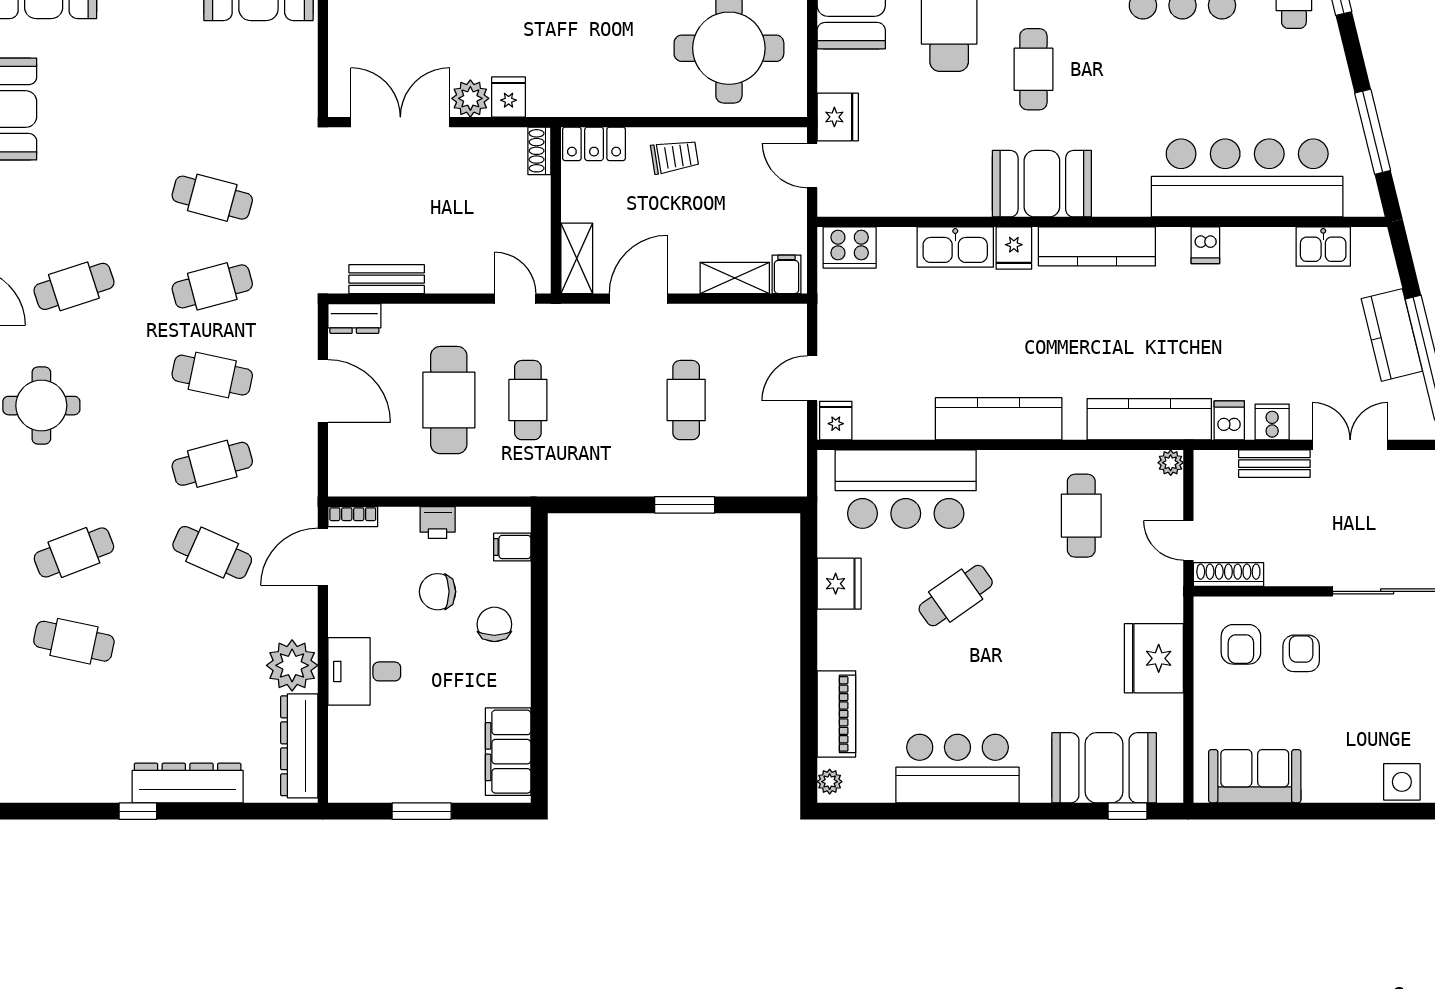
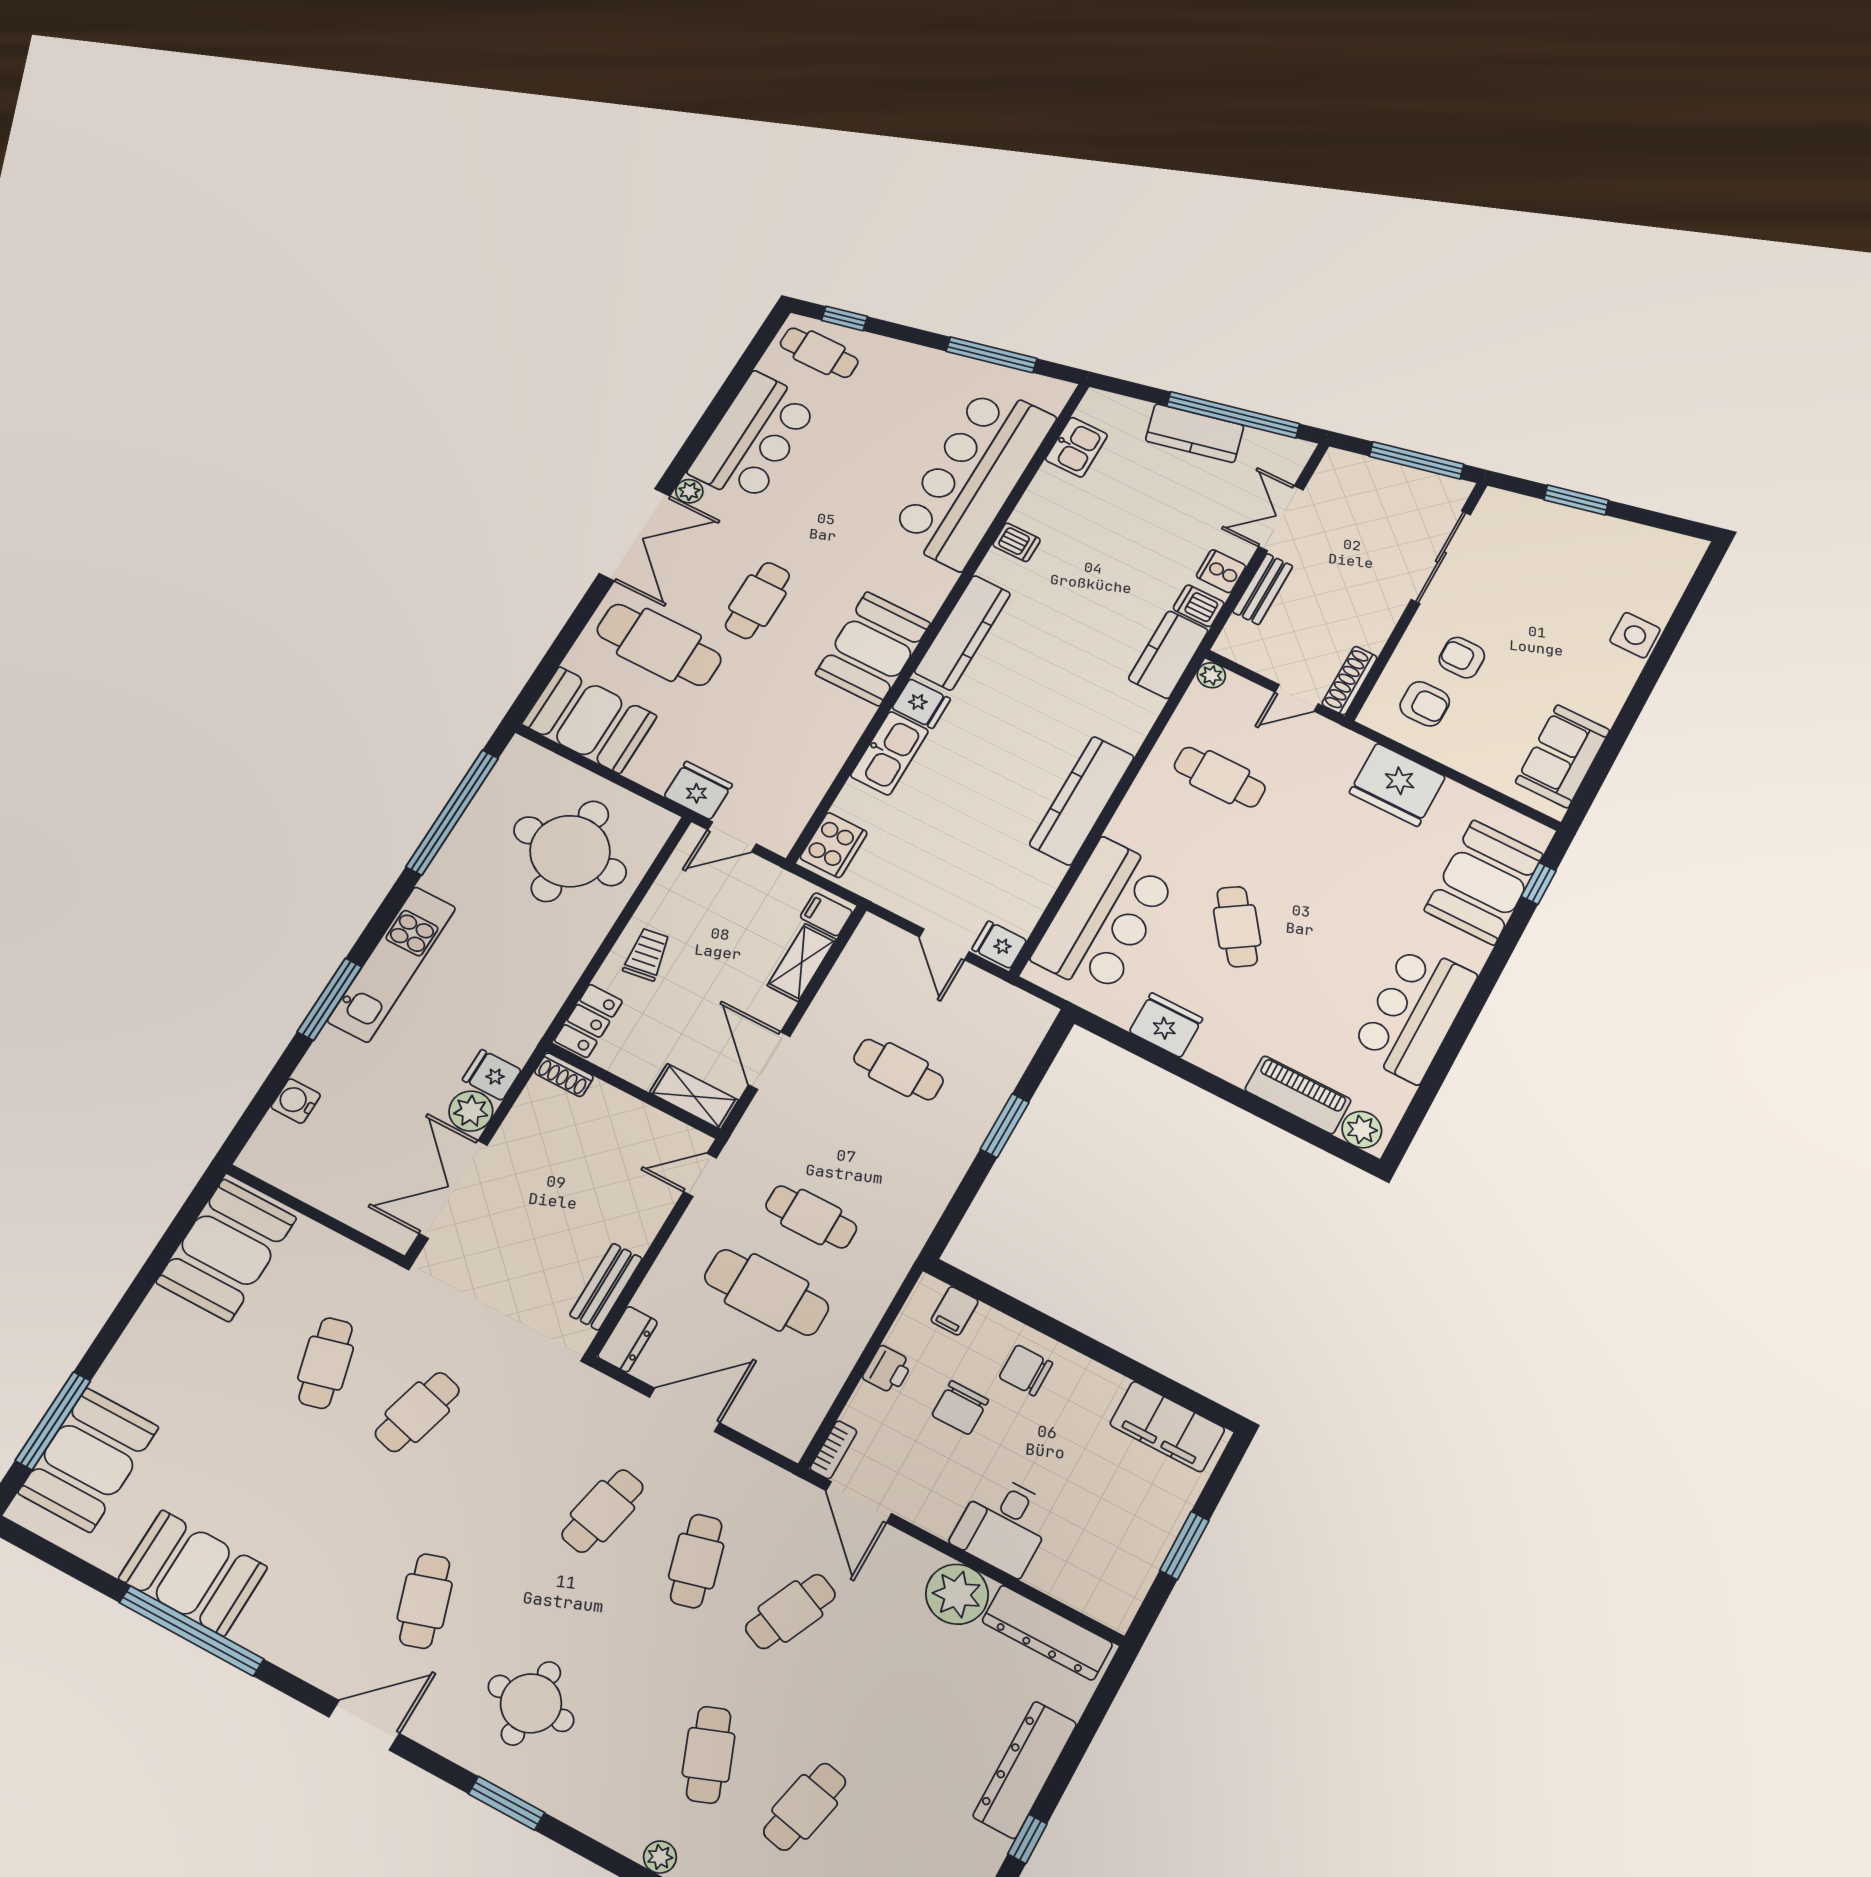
cafe table: (1033, 69) -> (757, 601), turned 90
cafe table: (212, 286) -> (326, 1363), moved
kitchen counter: (1149, 419) -> (1168, 655), width x0.67
plant: (830, 782) -> (1362, 1130), width x1.38, depth x1.38

